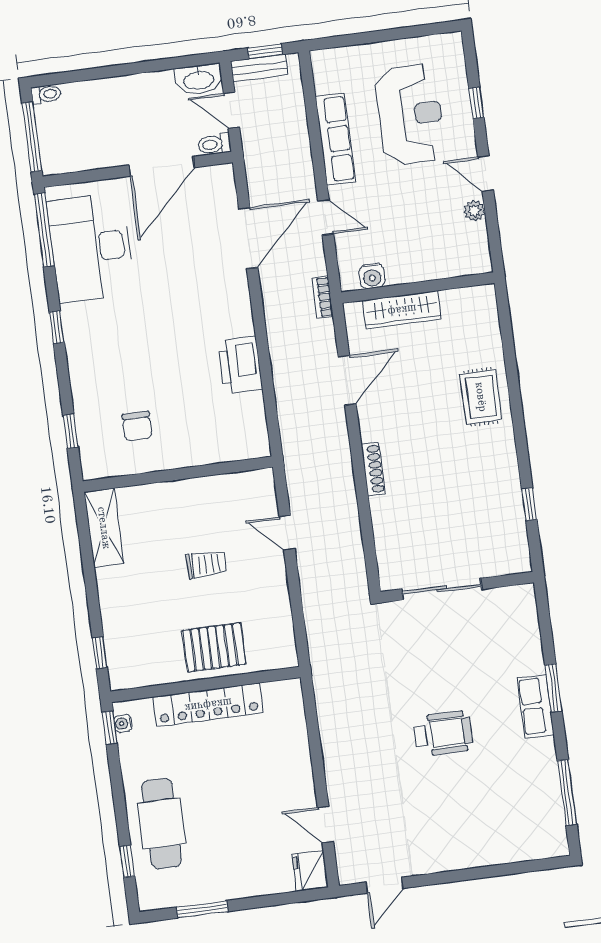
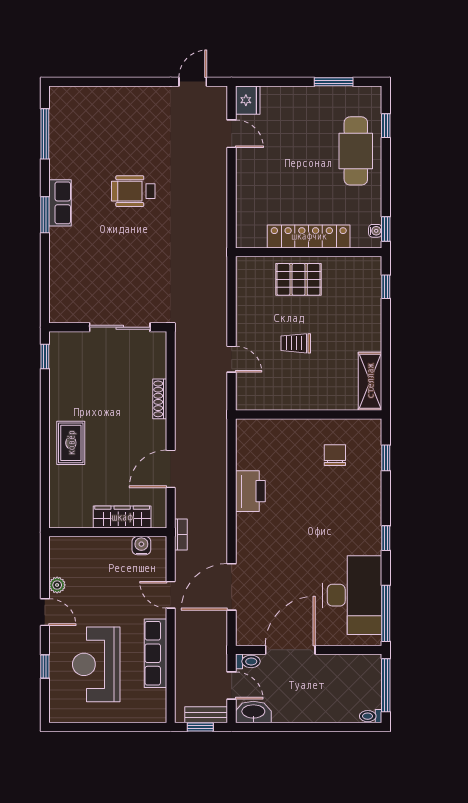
wall: (457, 587) -> (108, 327), moved
sliding door: (442, 589) -> (120, 327), moved

